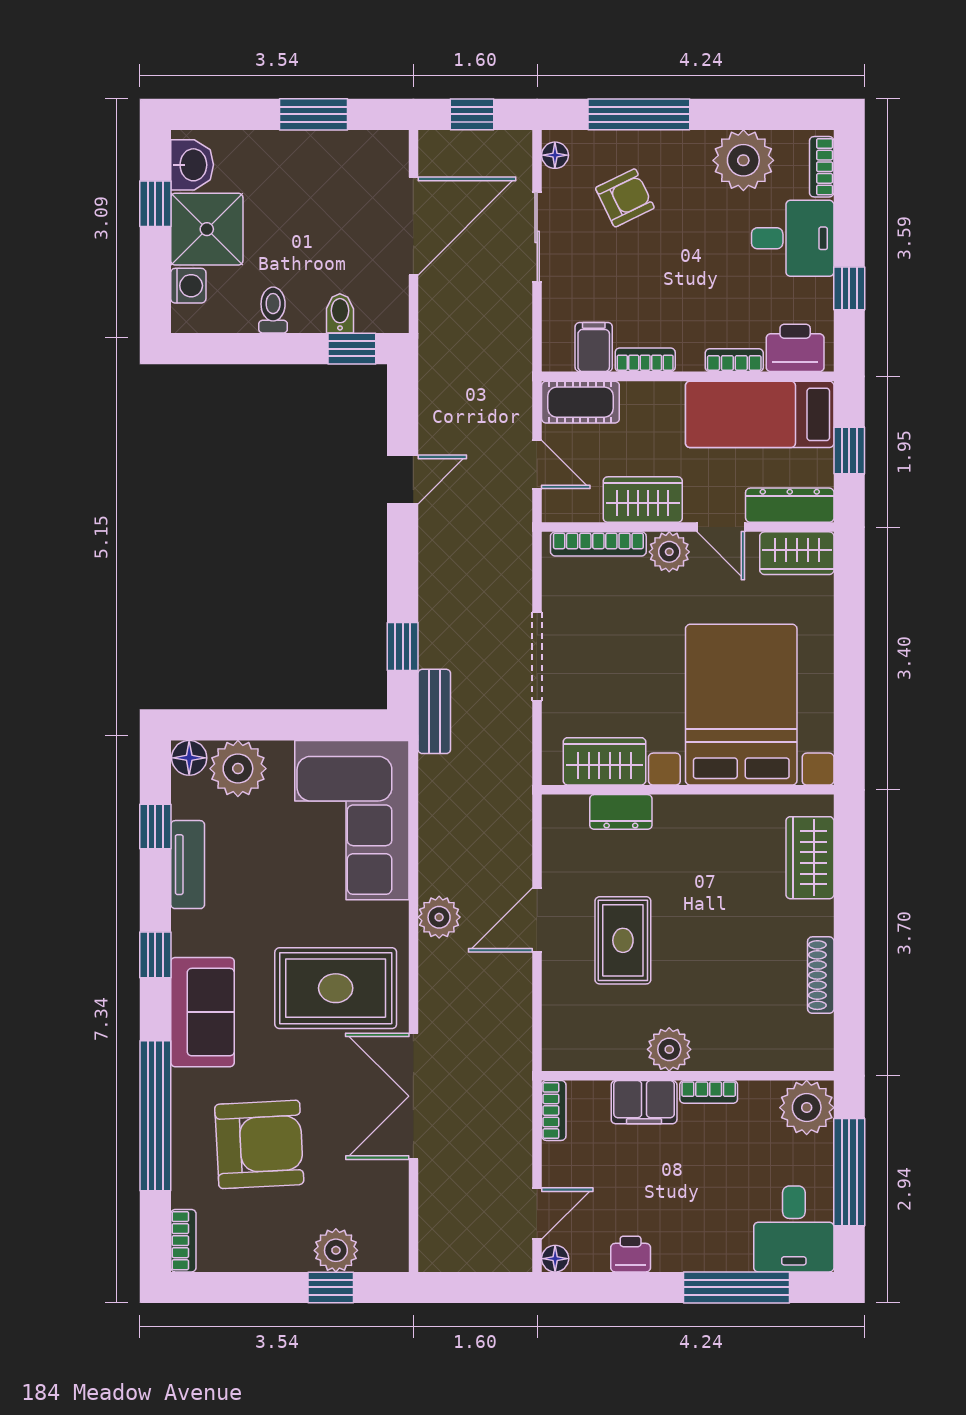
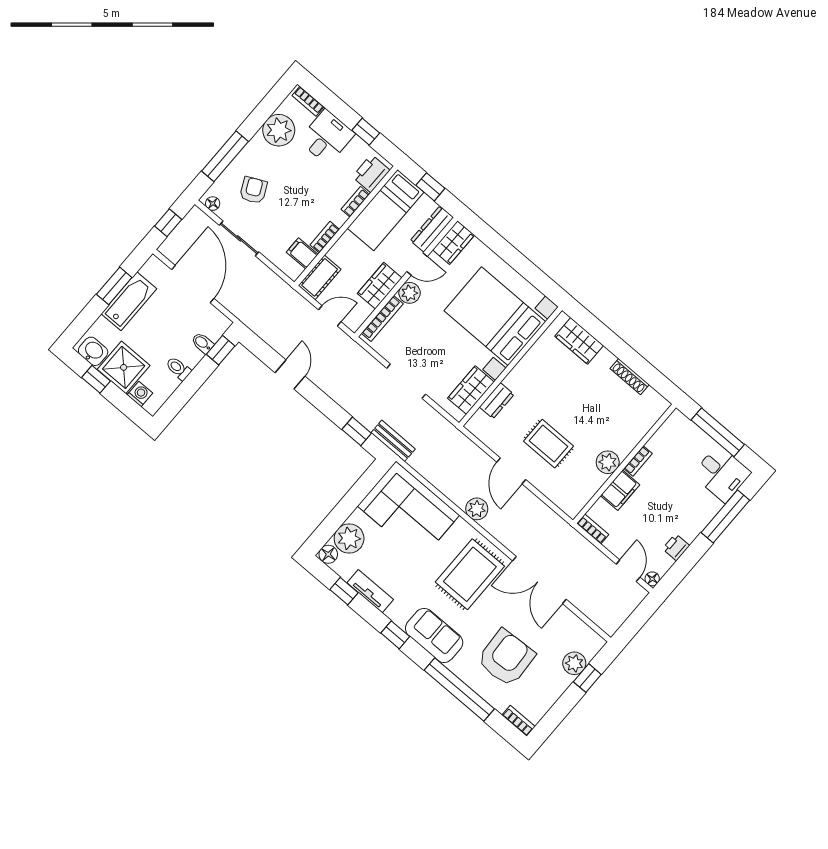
bathtub: (309, 155) -> (129, 301), added
plant: (807, 1108) -> (678, 427), removed

